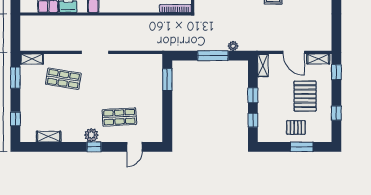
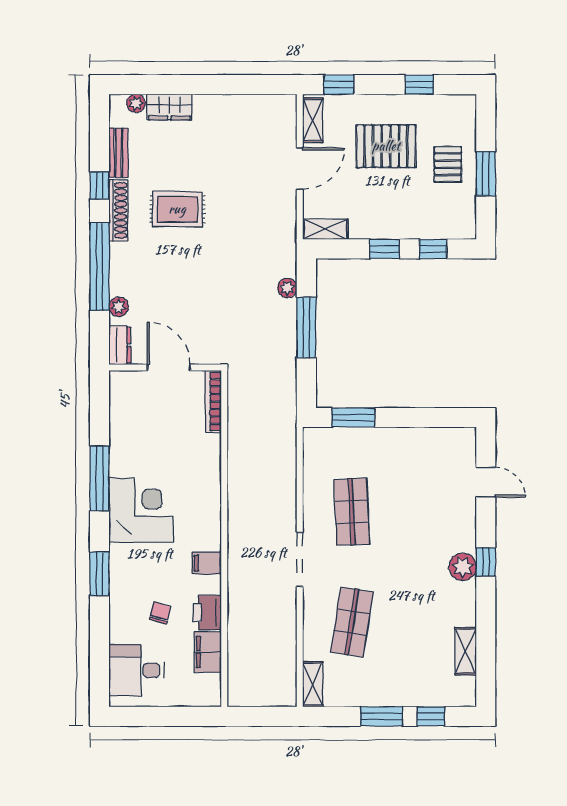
window: (15, 78) -> (382, 716), moved
shop shelf: (119, 117) -> (352, 512), moved
window: (302, 147) -> (486, 174), moved

